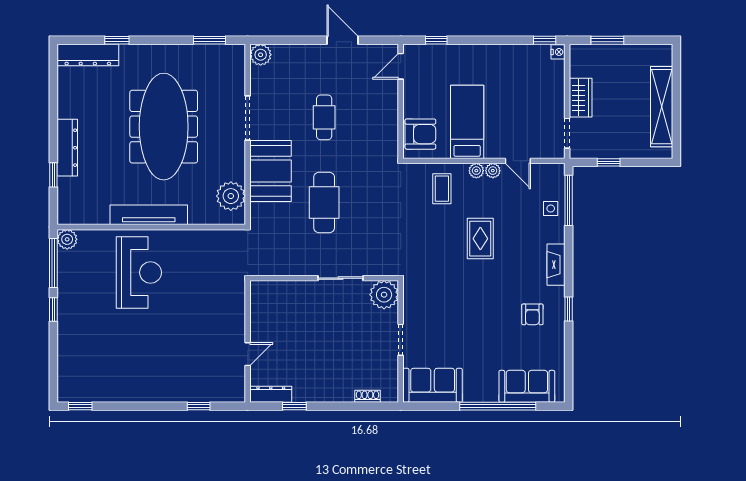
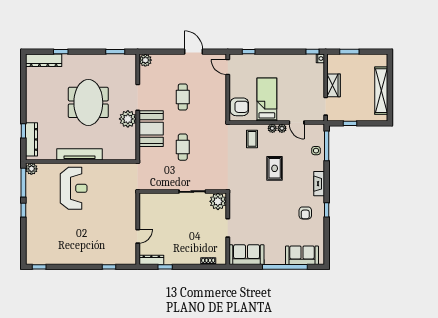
door: (401, 66) -> (228, 67), hinge flipped
meeting table: (164, 127) -> (88, 102), width x0.73
dresser: (67, 148) -> (32, 139), moved
plant: (231, 196) -> (128, 119), moved
cafe table: (324, 202) -> (183, 147), width x0.73, depth x0.74

